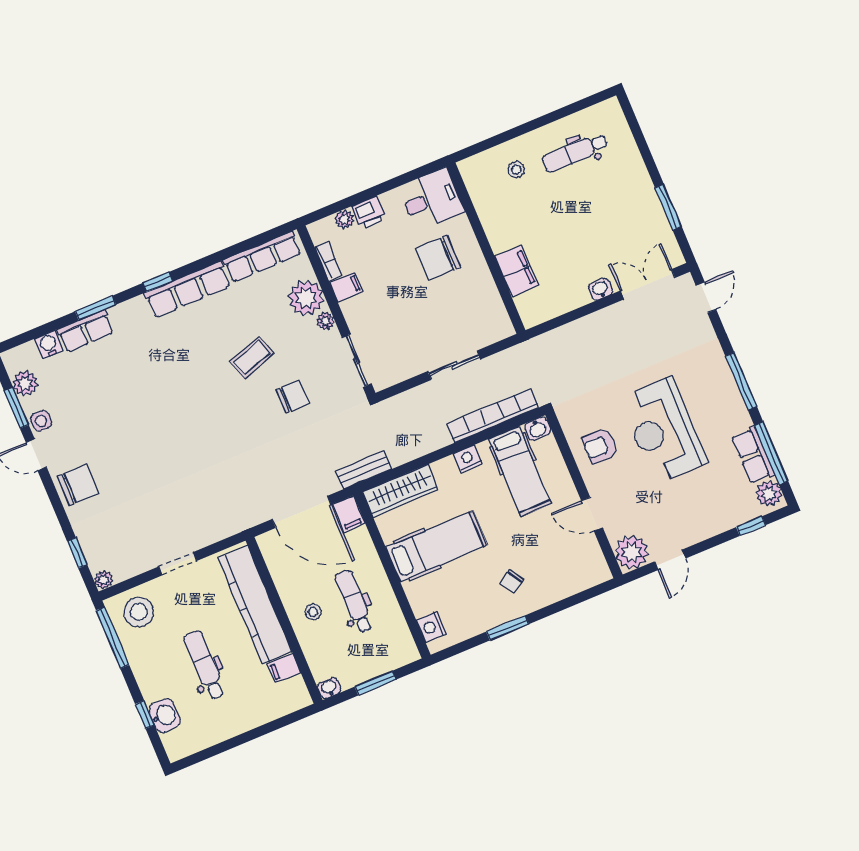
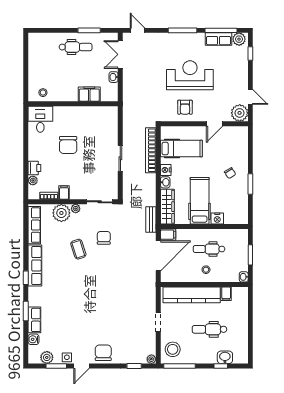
dental chair: (575, 153) -> (76, 47), moved, turned -90
desk: (432, 199) -> (40, 119), moved
wall: (486, 248) -> (73, 104), moved
filing cabinet: (516, 271) -> (89, 94), moved
washbasin: (537, 429) -> (165, 182), moved
reception desk: (663, 430) -> (190, 75), turned 180
nightstand: (431, 627) -> (217, 219), moved

